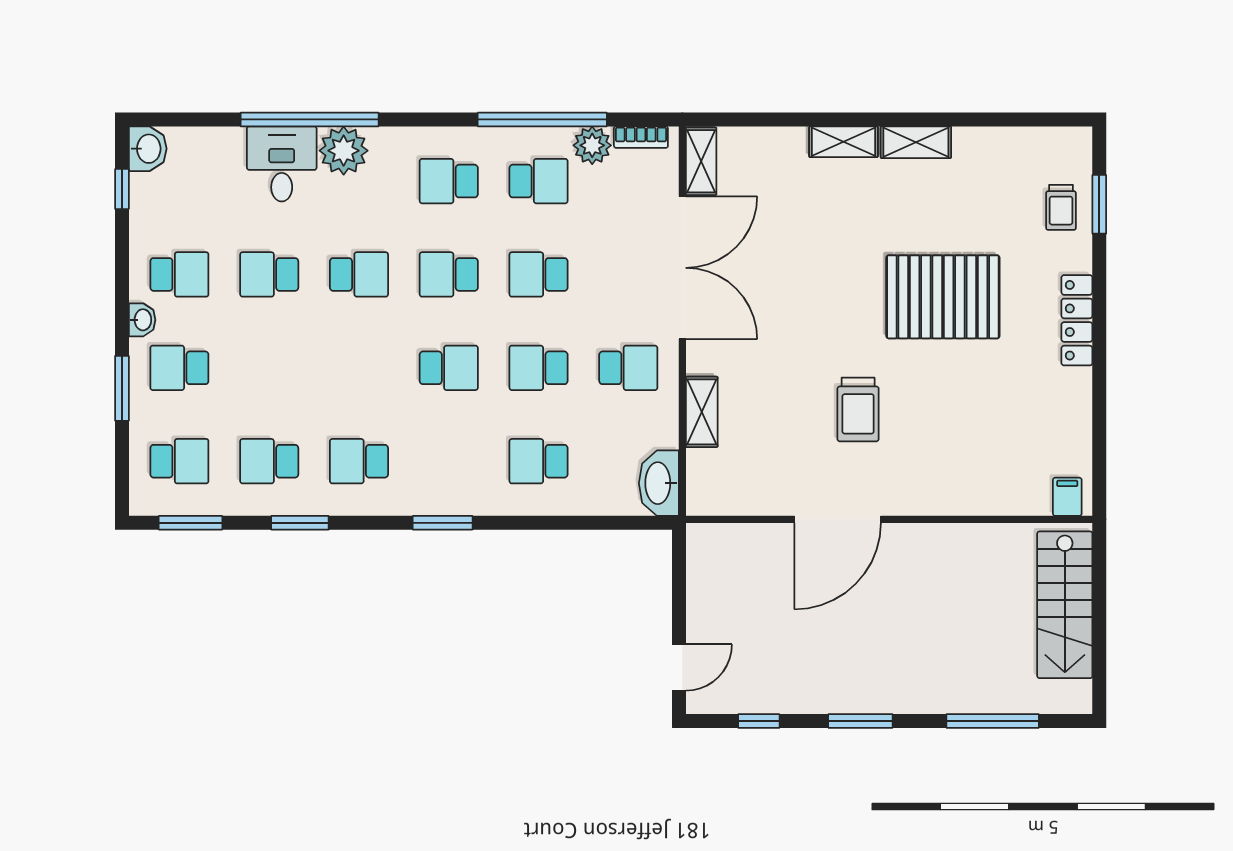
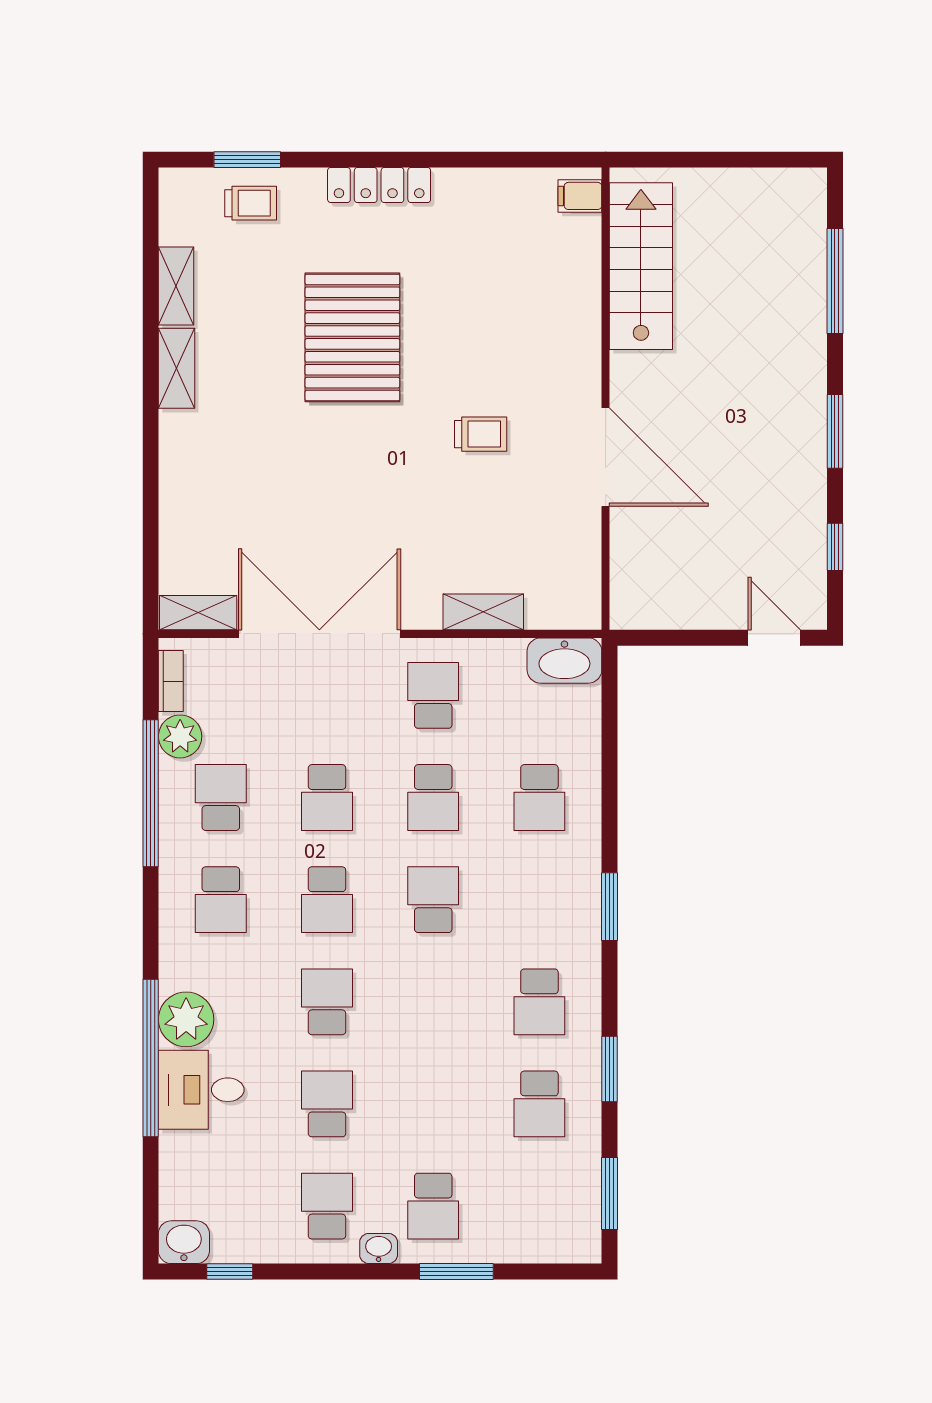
shelving: (844, 142) -> (176, 286), moved
school desk: (269, 274) -> (327, 1104), turned 180
trolley: (858, 409) -> (481, 434), width x0.73, depth x0.72
school desk: (179, 461) -> (539, 1206), removed
stairs: (1065, 605) -> (641, 266), moved, turned -90

